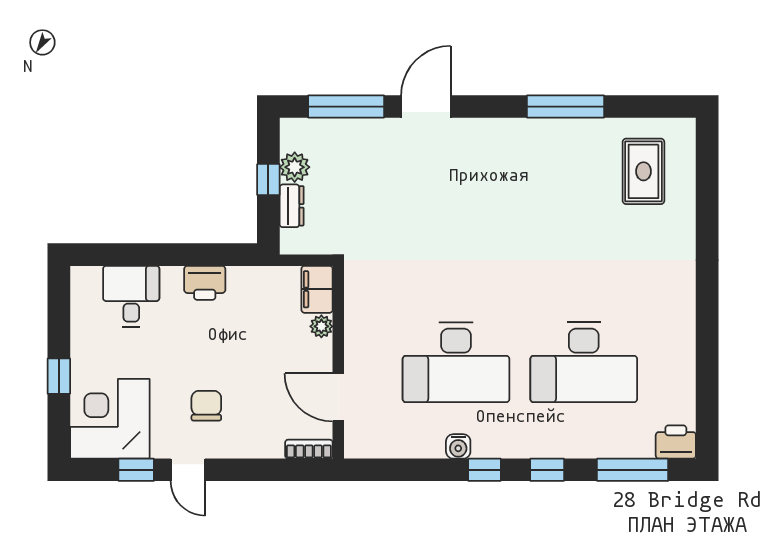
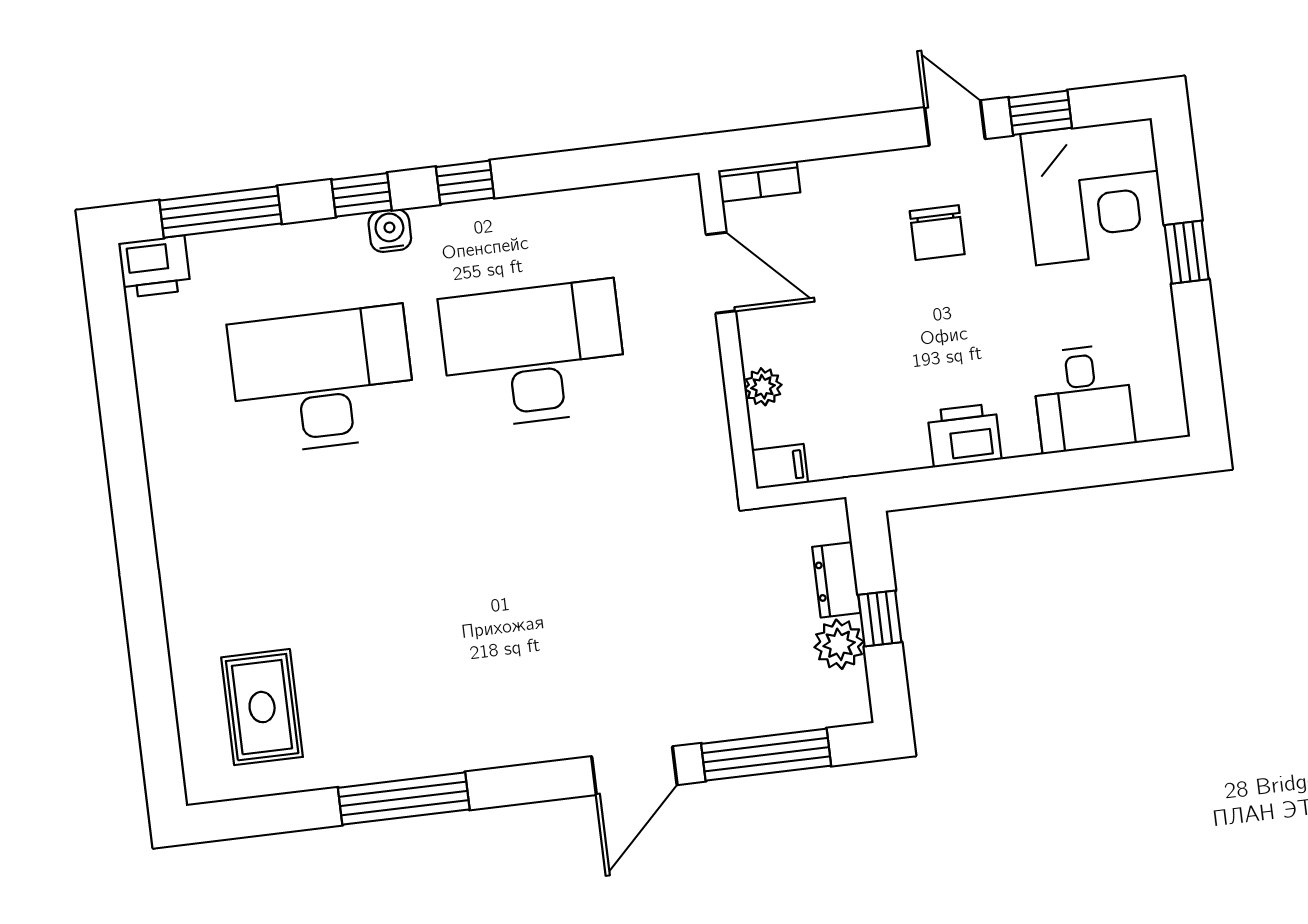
filing cabinet: (317, 289) -> (780, 466), width x0.50
water cooler: (458, 446) -> (390, 231), moved

